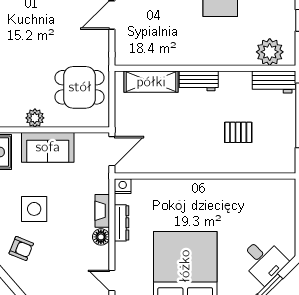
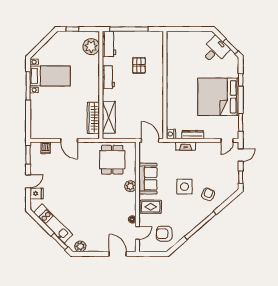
wardrobe: (150, 56) -> (93, 118), added
workbench: (199, 81) -> (108, 77), moved
floor lamp: (101, 237) -> (201, 147), removed

